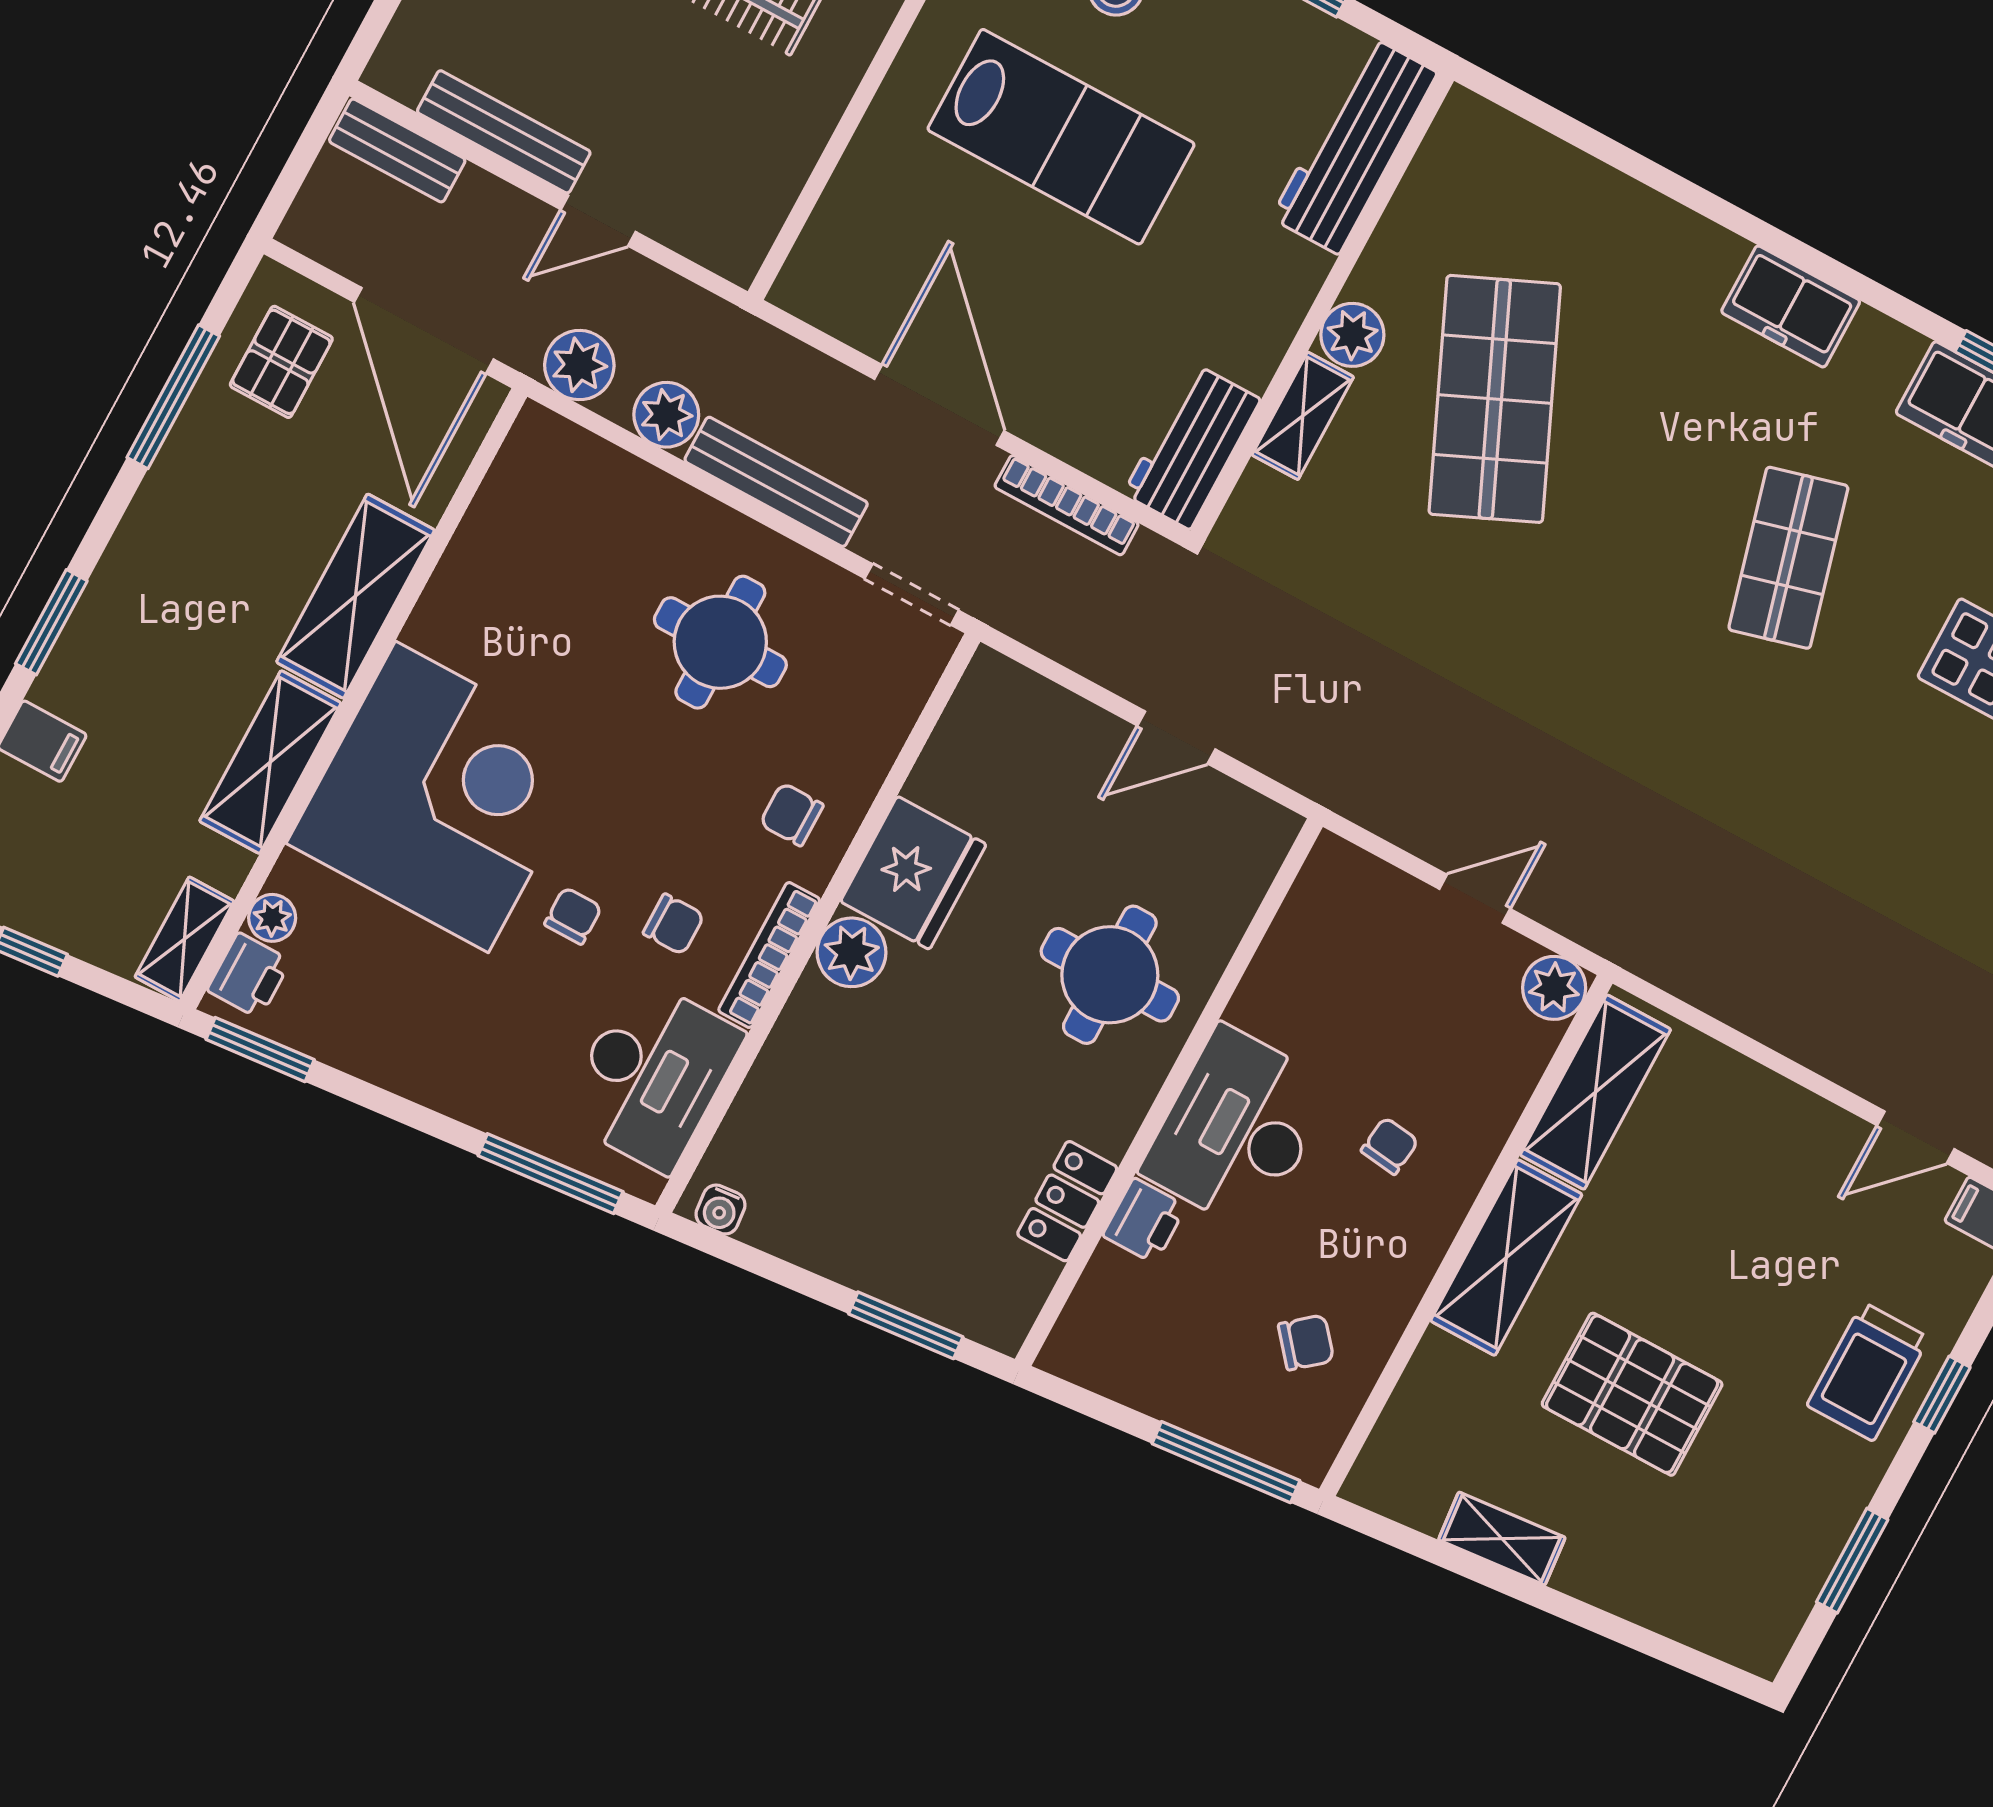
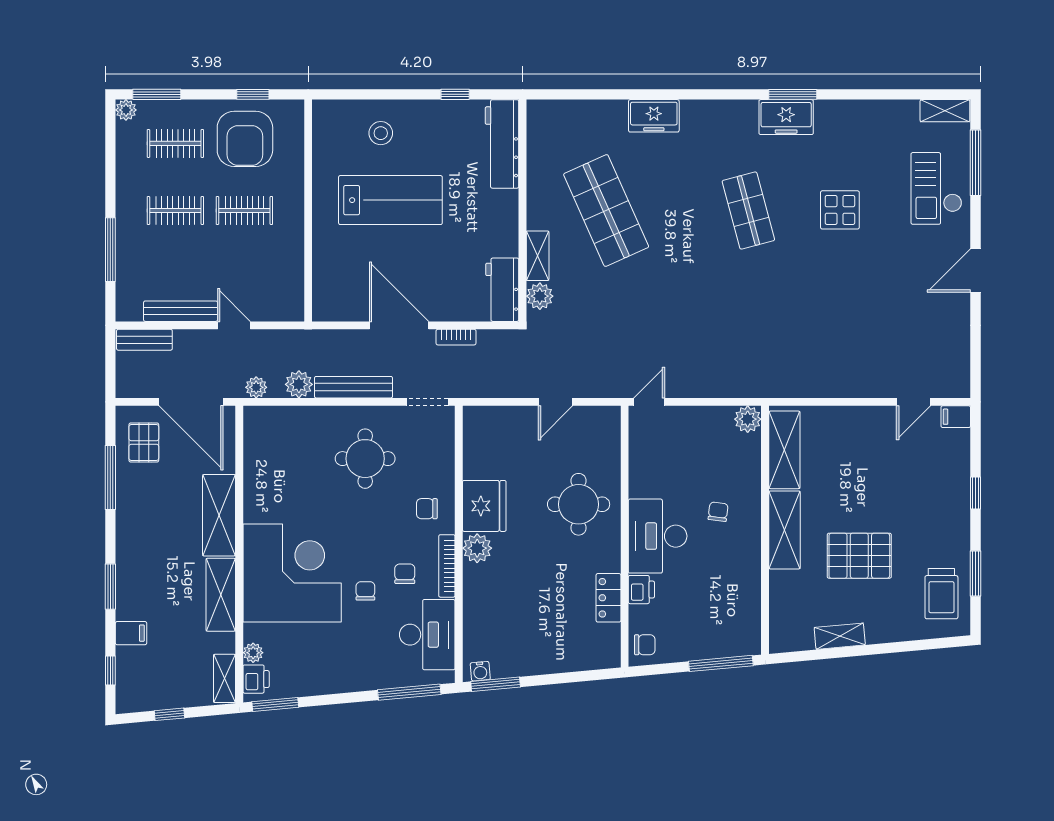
door: (598, 221) -> (234, 325), swing flipped
freezer: (1791, 306) -> (654, 116), moved
plant: (1352, 335) -> (540, 296), moved
plant: (579, 365) -> (256, 387), width x0.73, depth x0.73
bookcase: (1067, 505) -> (456, 337), width x0.64
door: (1475, 899) -> (649, 402), moved
chair: (674, 924) -> (405, 574), turned -90
window: (906, 1325) -> (496, 684), moved
chair: (1306, 1342) -> (645, 645), moved, turned 40
trolley: (1868, 1372) -> (941, 594), moved

